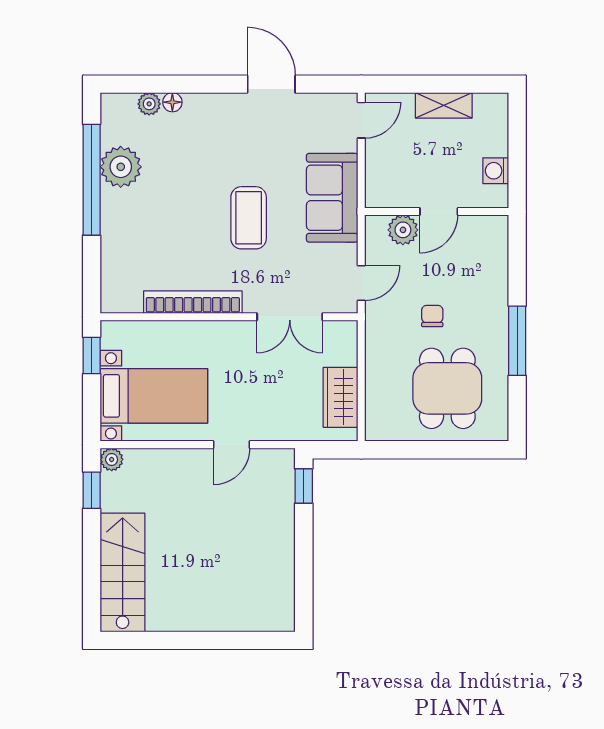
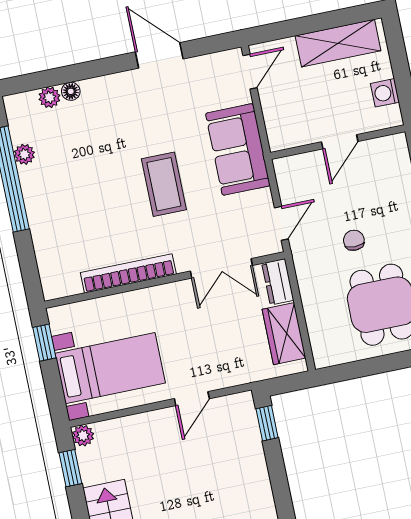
shelving: (444, 105) -> (338, 43), width x1.50, depth x1.33
plant: (121, 167) -> (24, 154), width x0.53, depth x0.53
plant: (403, 230) -> (310, 166), removed
dresser: (345, 343) -> (278, 282), added

